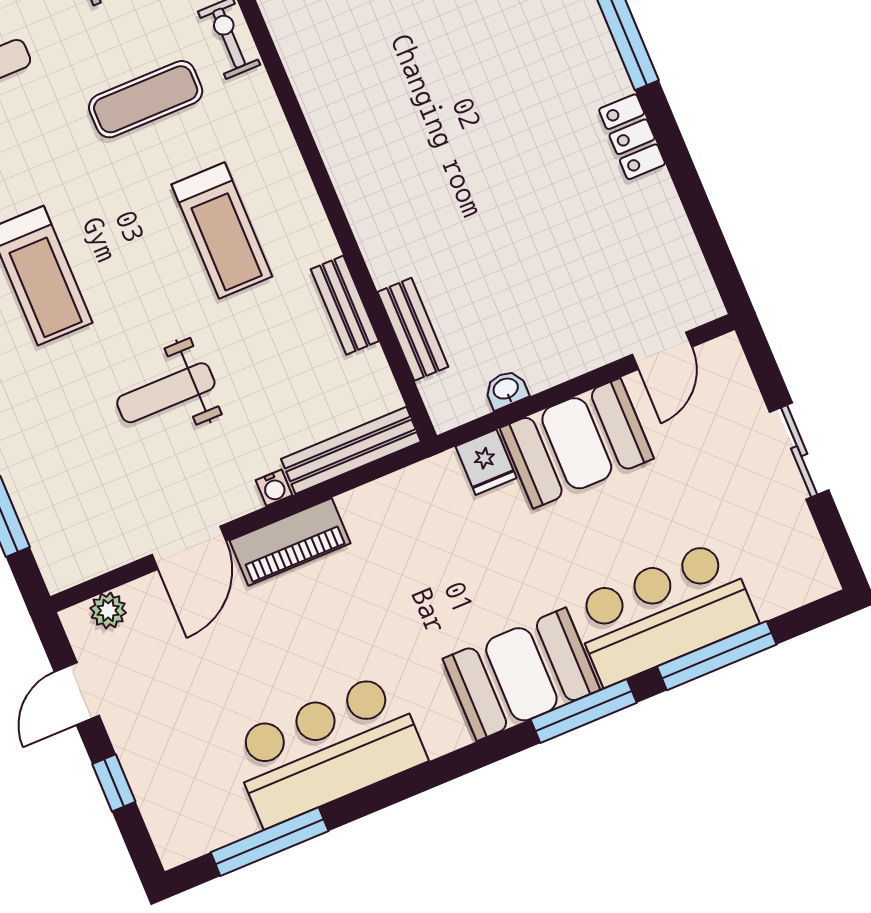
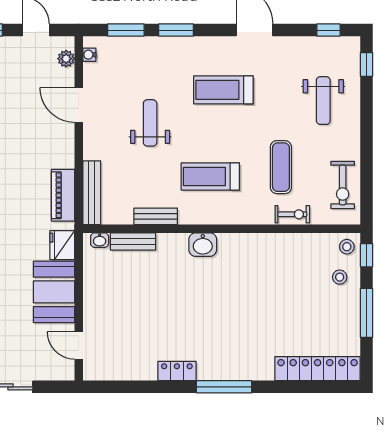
washbasin: (362, 189) -> (203, 245), added
washbasin: (506, 389) -> (100, 240), moved, turned 90
fridge: (486, 462) -> (62, 245), width x1.38
water cooler: (274, 488) -> (89, 55), moved
piano: (290, 542) -> (63, 195), moved

